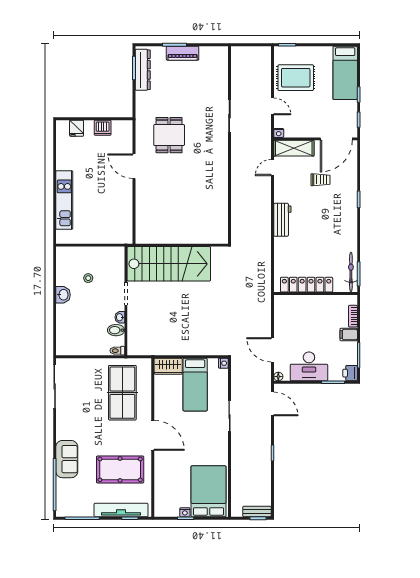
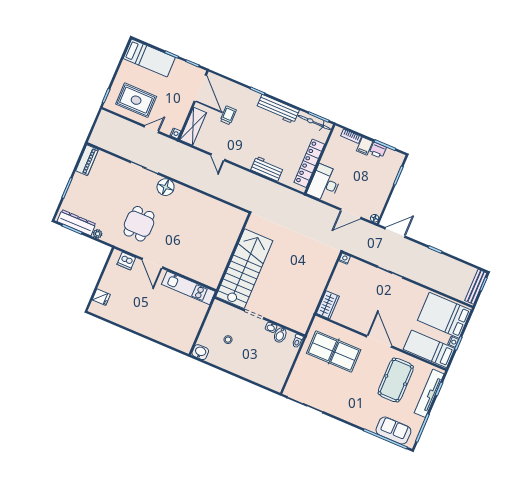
piano: (183, 53) -> (87, 160), moved
rug: (296, 78) -> (136, 100), turned 90
plant: (140, 97) -> (98, 234), added
dishwasher: (103, 128) -> (126, 261), moved, turned 90
dining table: (169, 135) -> (139, 224), turned 90
floor lamp: (219, 146) -> (166, 187), added
door: (134, 166) -> (152, 263), hinge flipped
door: (273, 168) -> (218, 157), moved
kitchen unit: (64, 200) -> (188, 288), moved, turned 180
workbench: (282, 220) -> (267, 169), moved
workbench: (349, 228) -> (278, 109), added
washbasin: (63, 295) -> (200, 352), moved
desk: (309, 366) -> (325, 183), moved, turned 180
printer: (350, 373) -> (378, 150), moved
bed: (195, 385) -> (429, 349), moved, turned 180
door: (153, 435) -> (379, 341), hinge flipped
sofa: (67, 459) -> (393, 431), moved
bench: (257, 511) -> (476, 287), width x1.36

